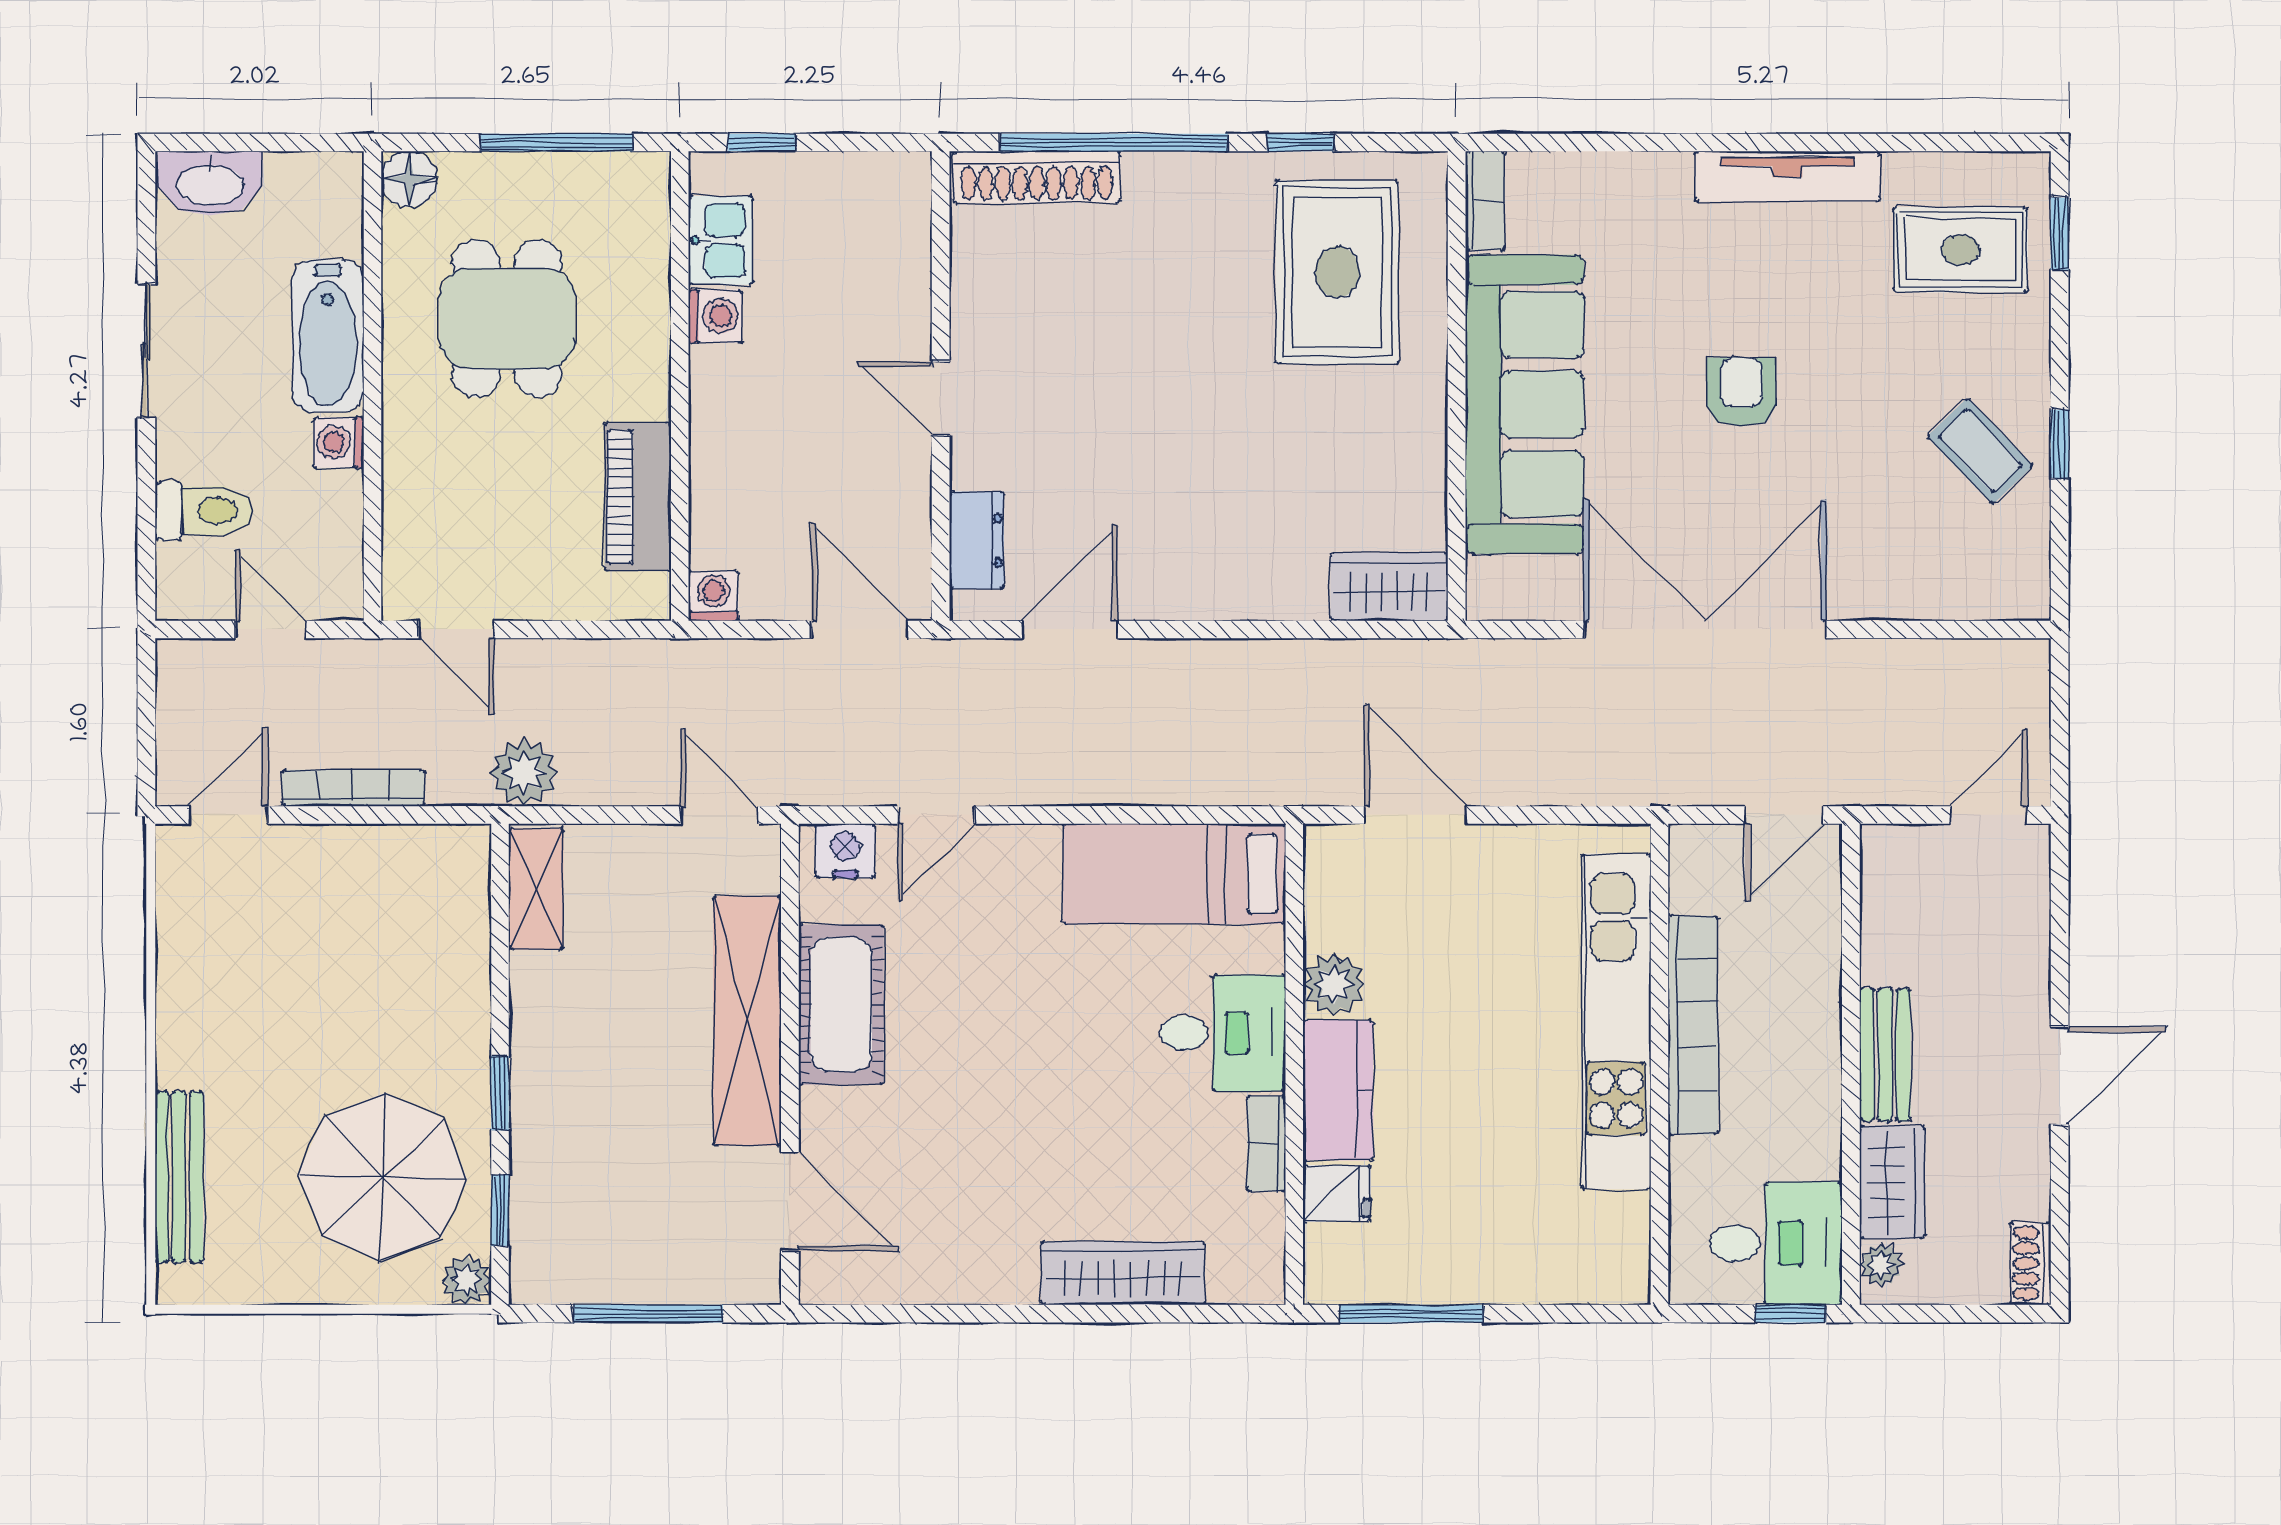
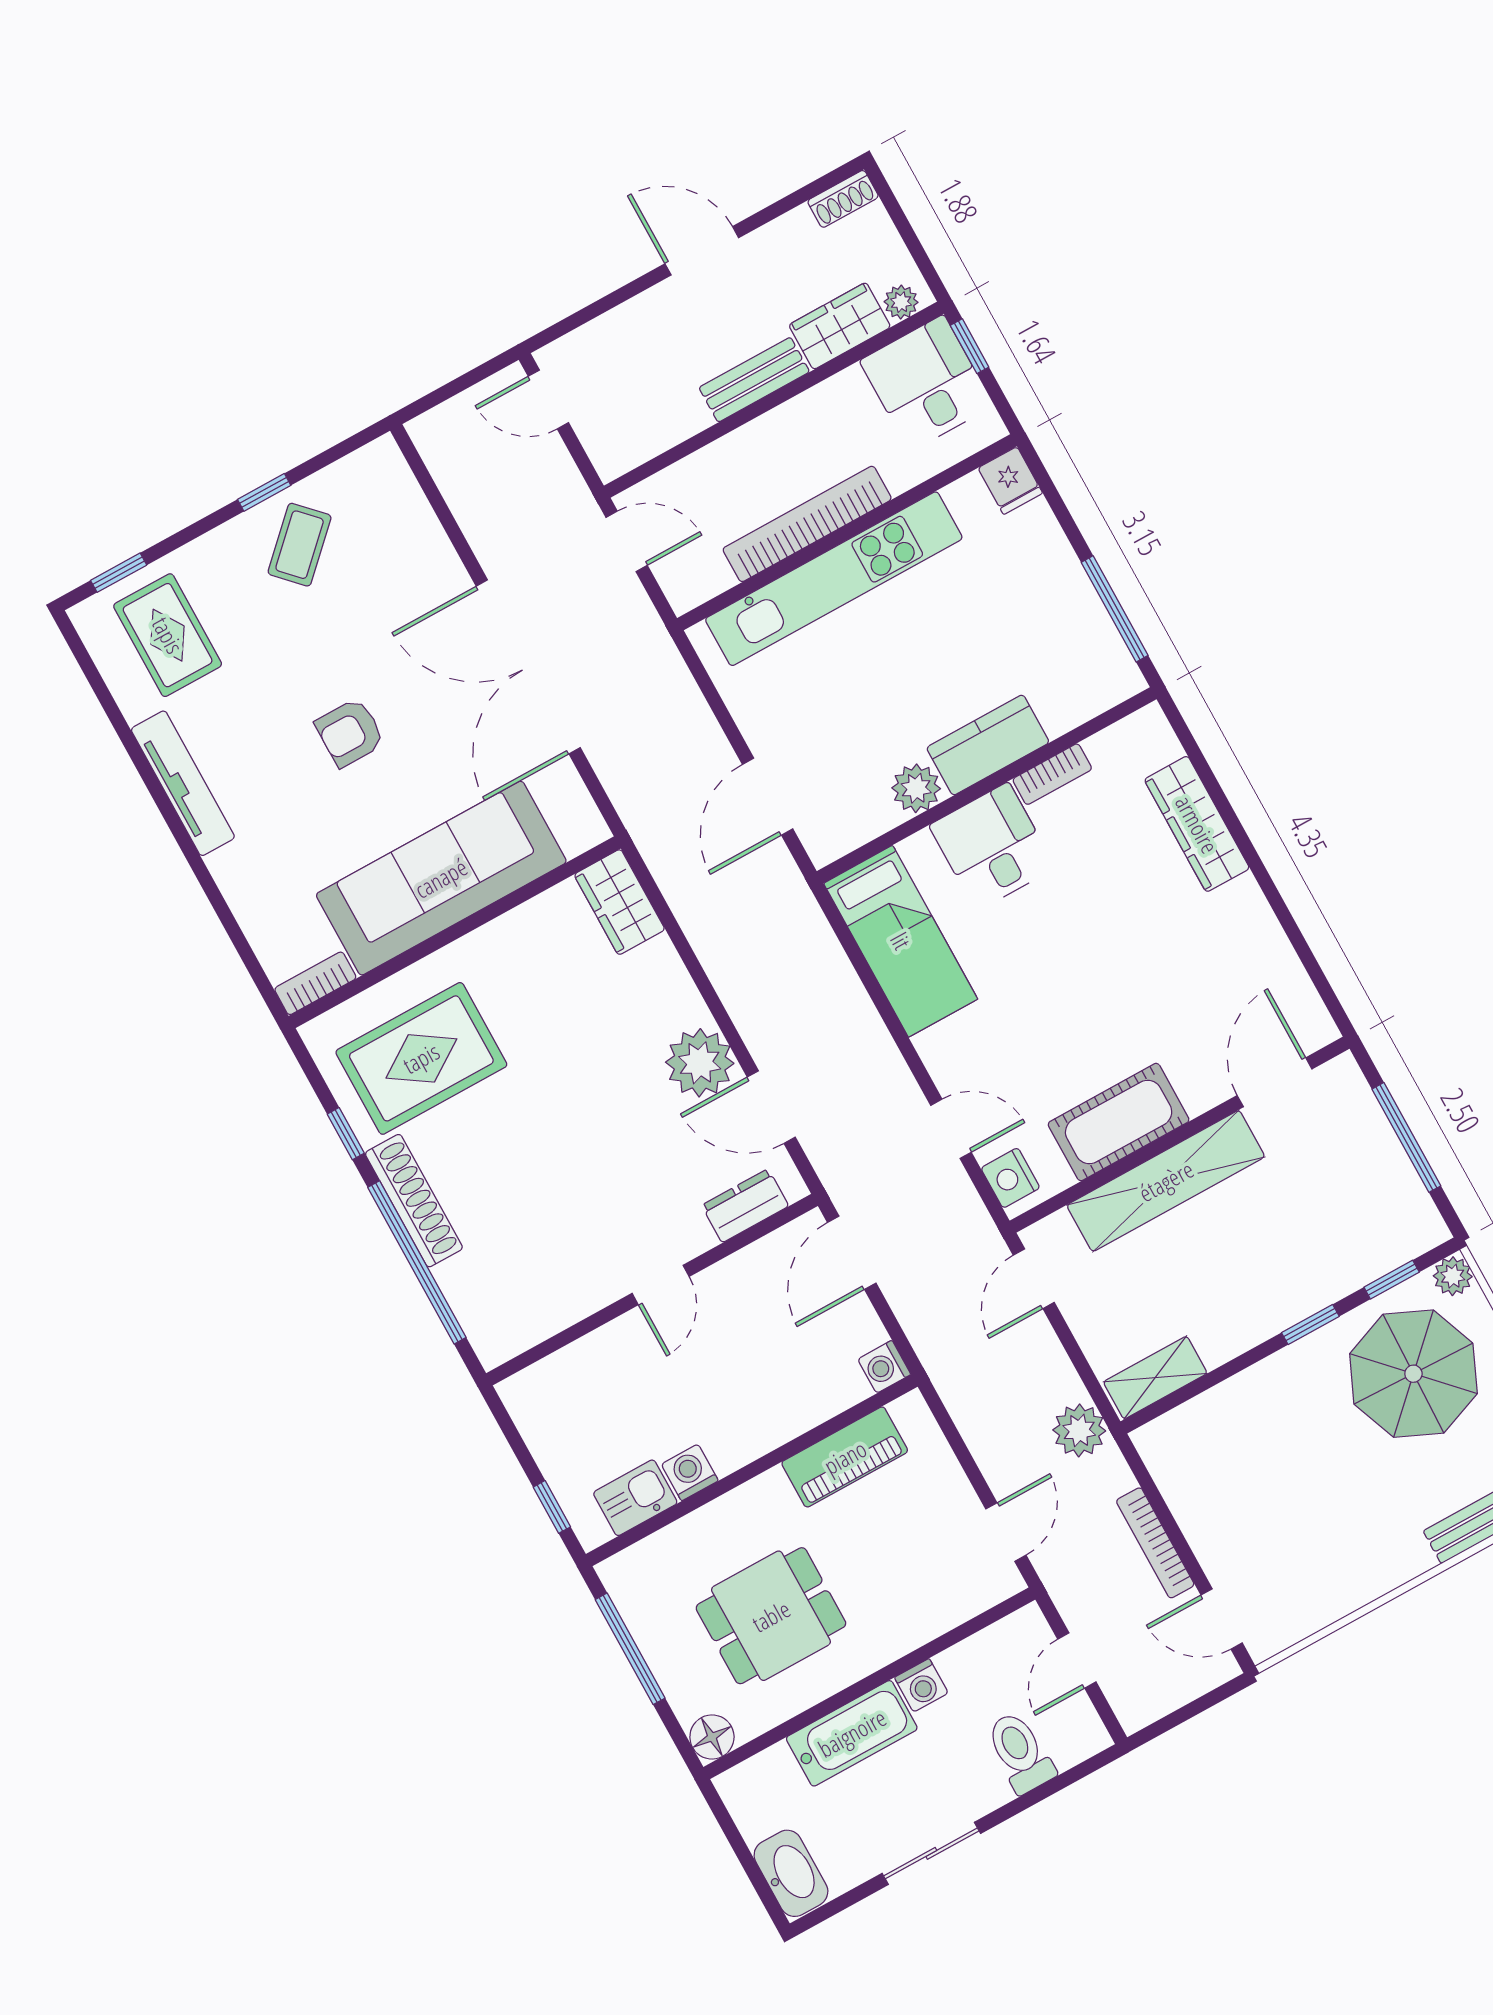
shoe rack: (1037, 177) -> (414, 1201), moved
plant: (1162, 577) -> (700, 1063), added
fridge: (1337, 1193) -> (1010, 481), moved, turned 180

